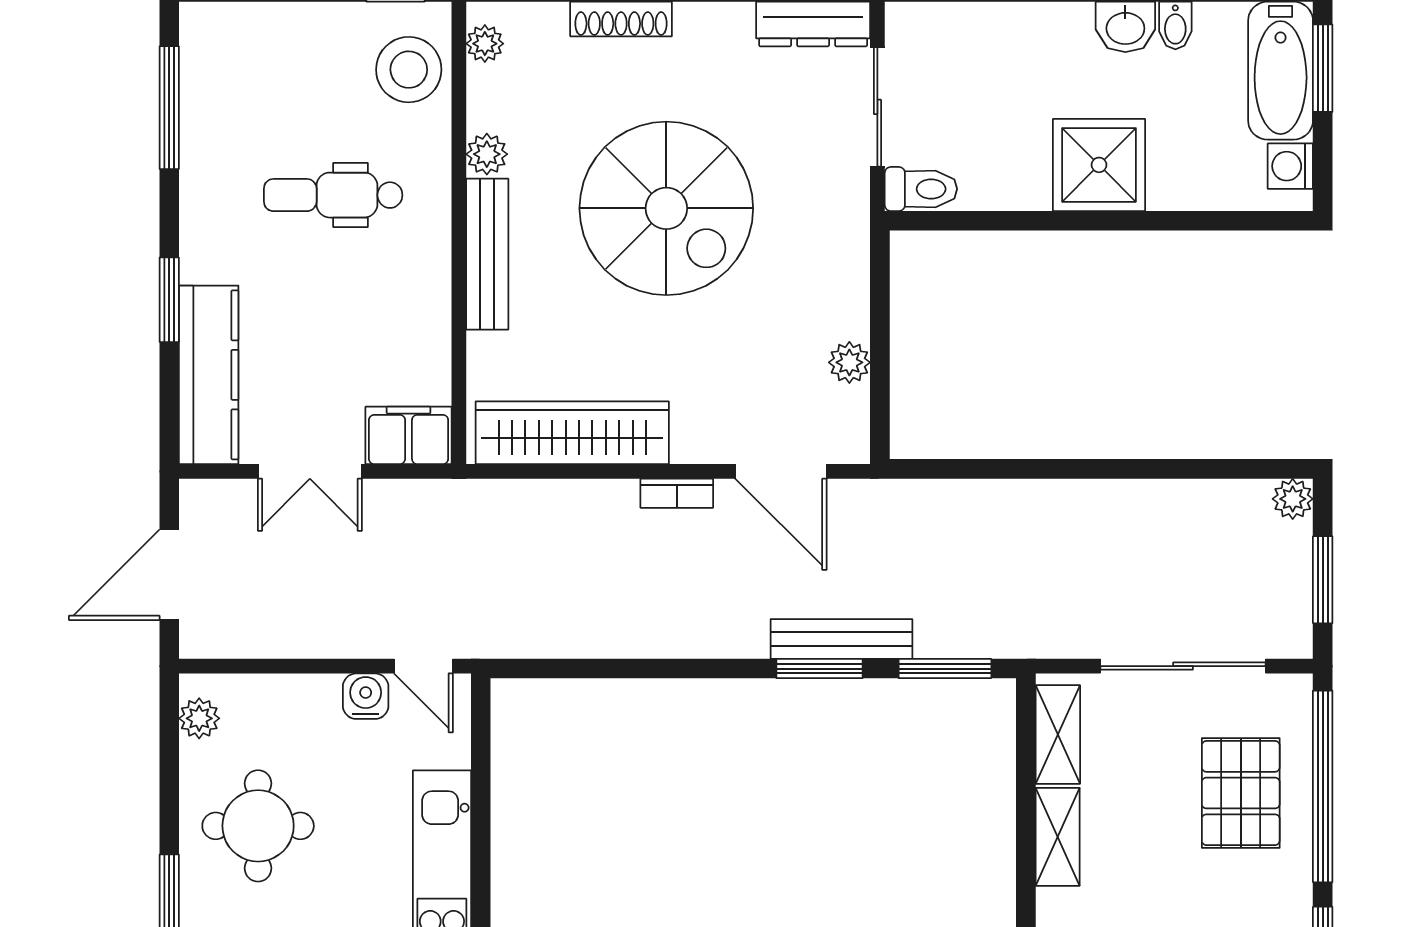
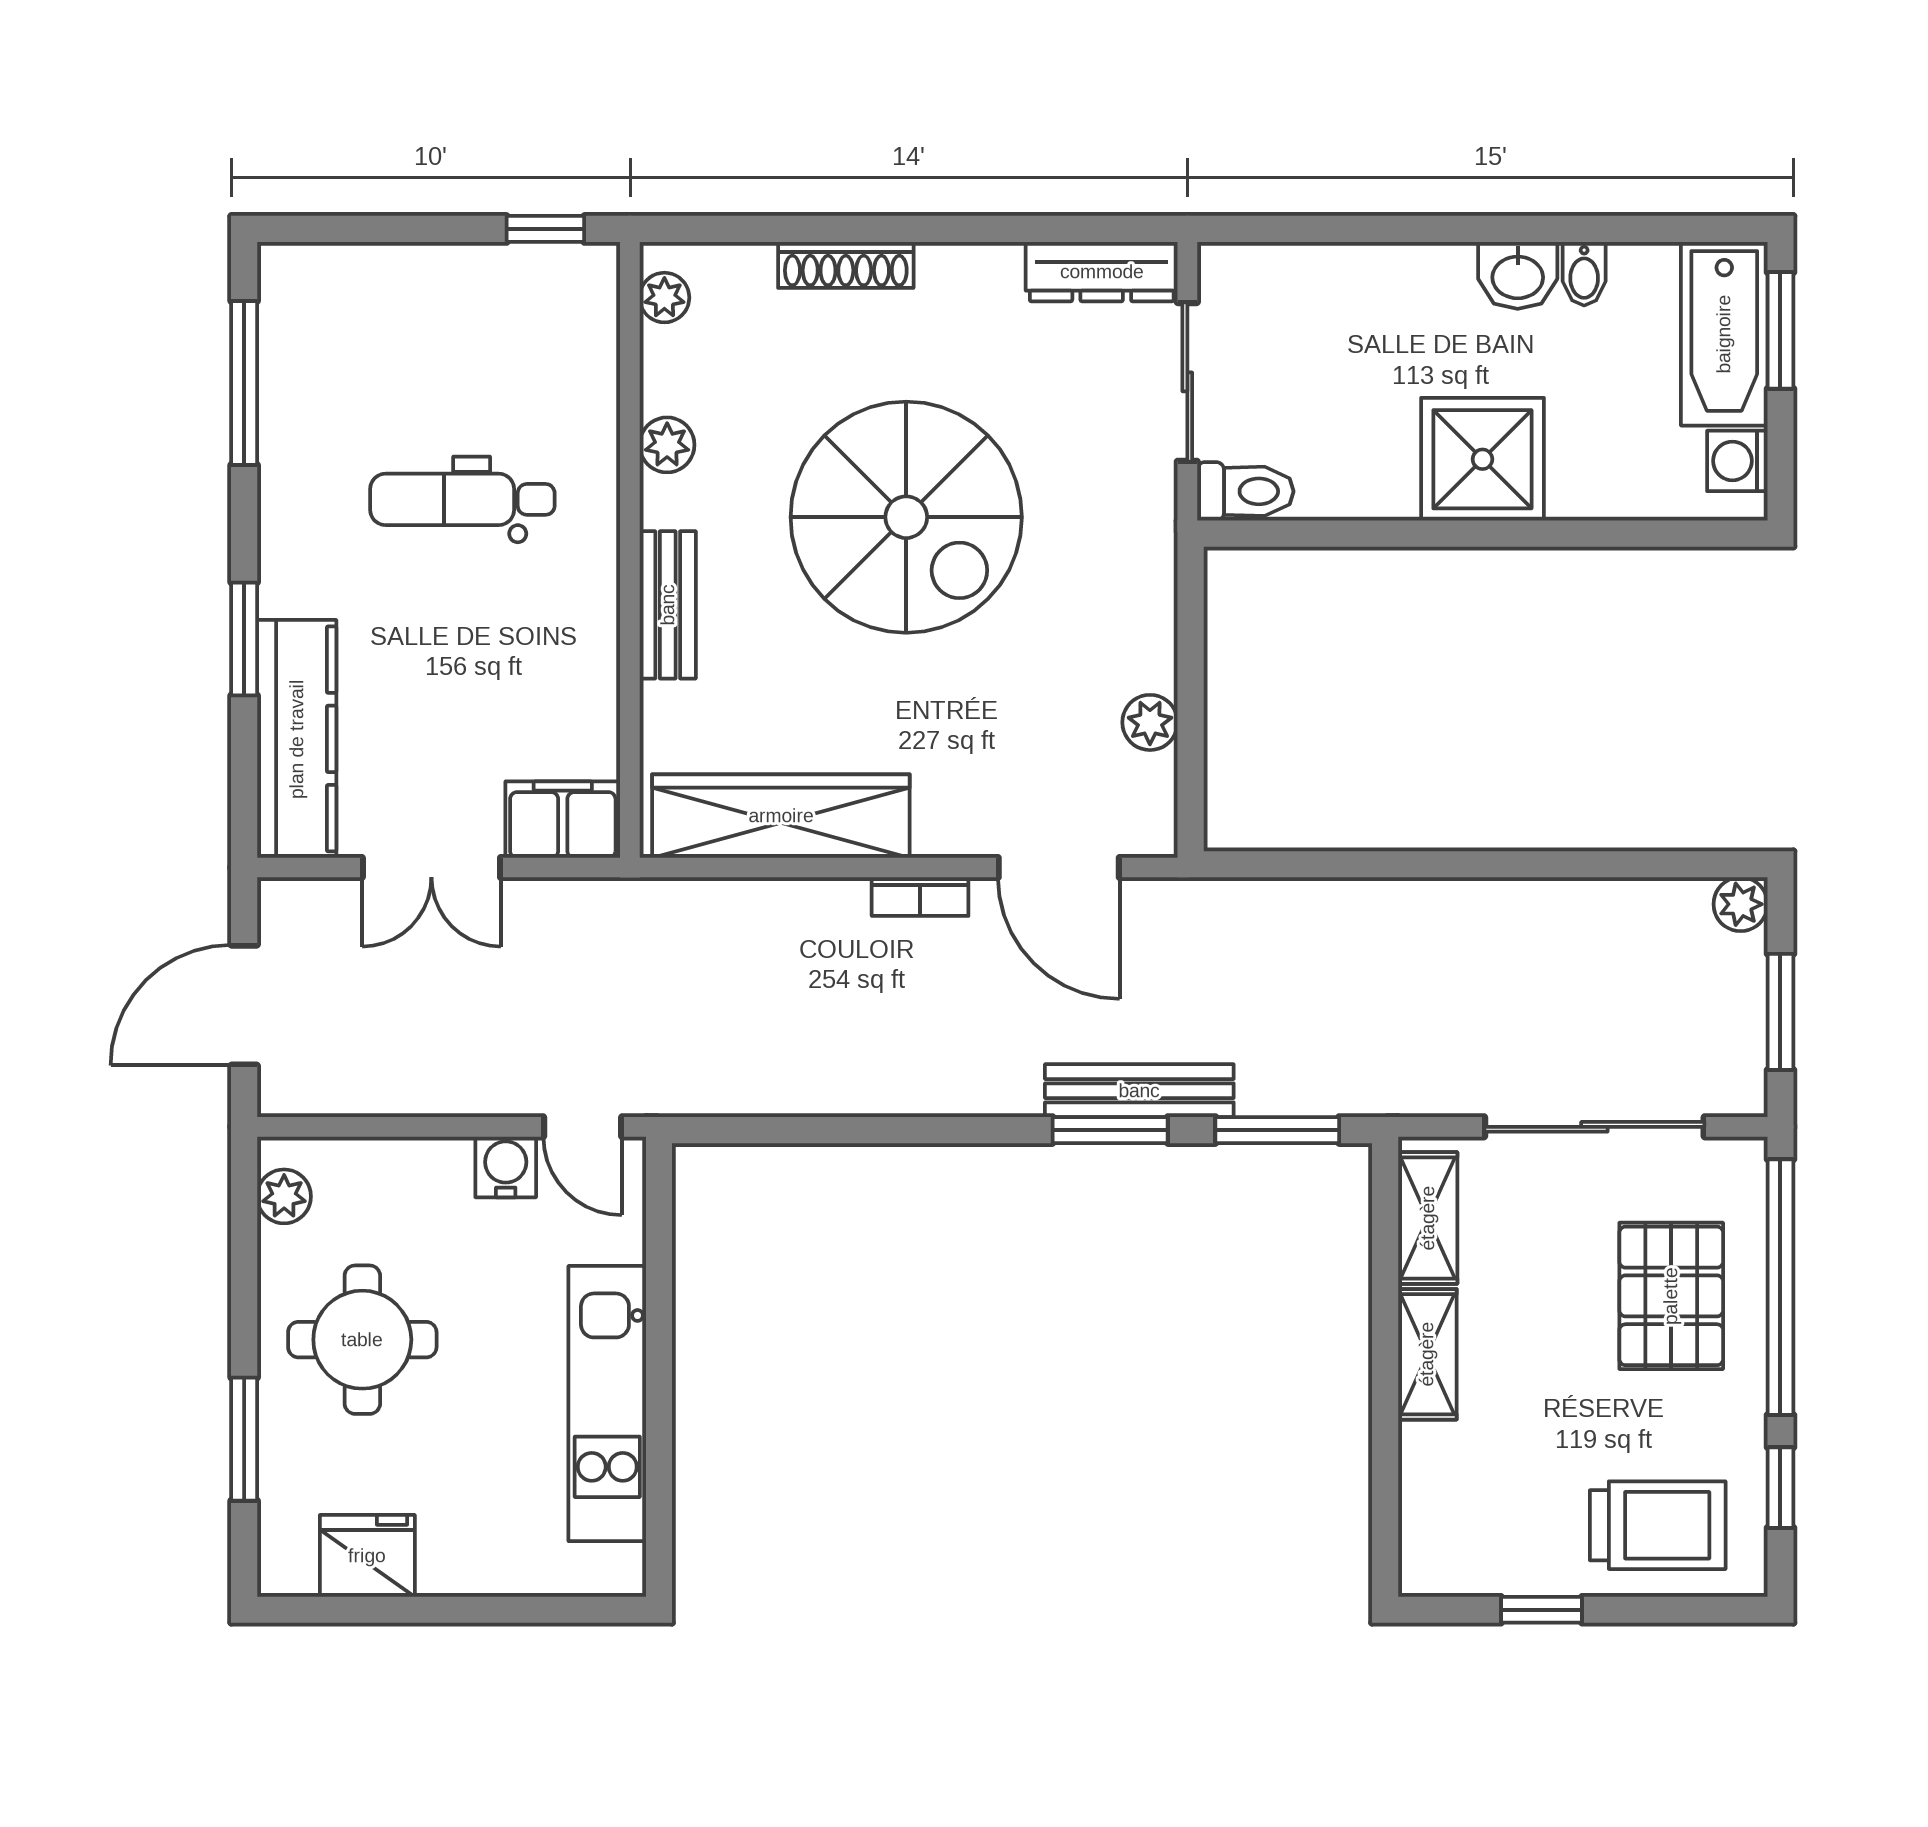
stool: (409, 70) -> (563, 332), removed
bench: (487, 254) -> (668, 605), width x0.73

